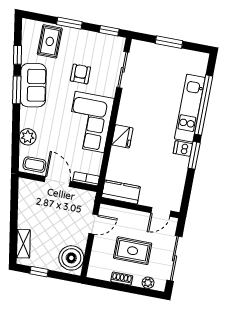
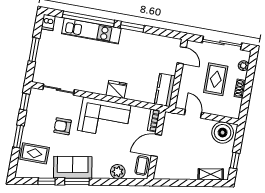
dishwasher: (183, 149) -> (48, 23), moved

